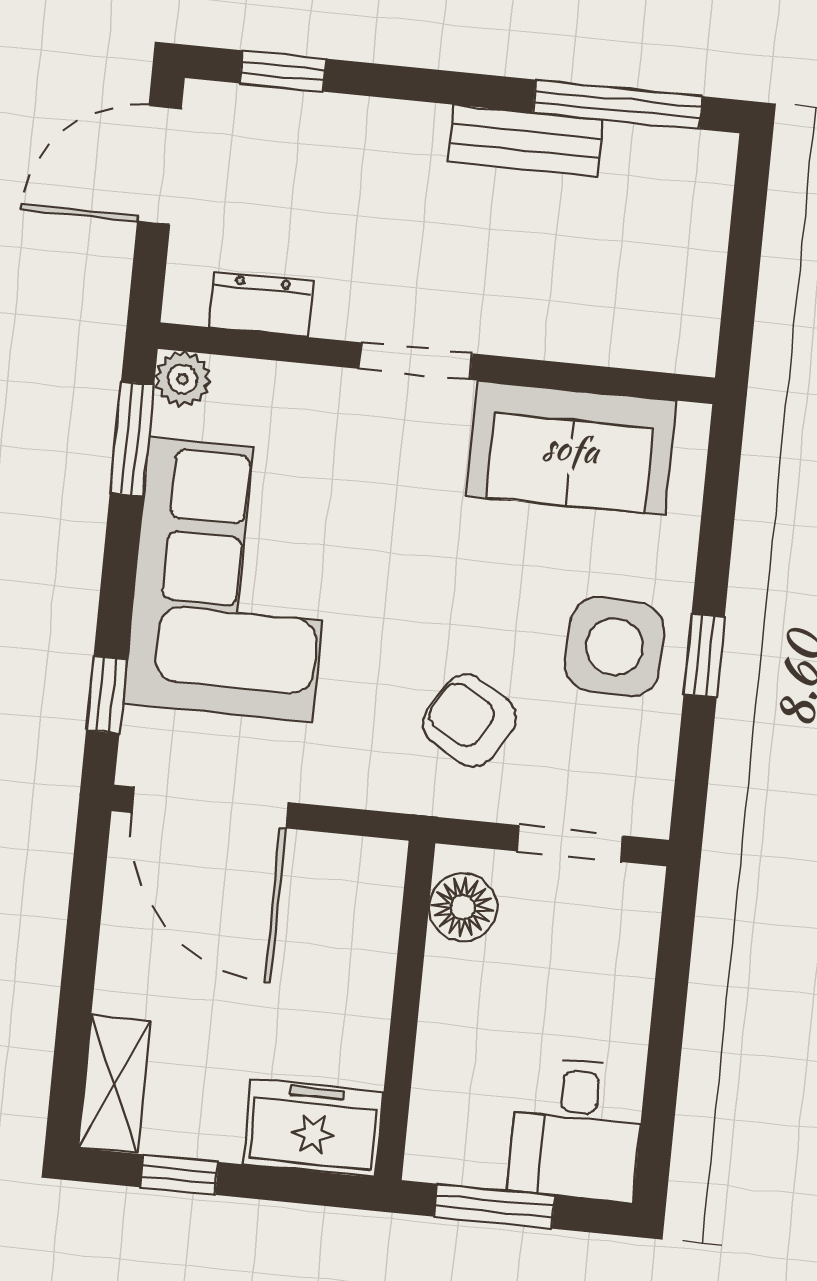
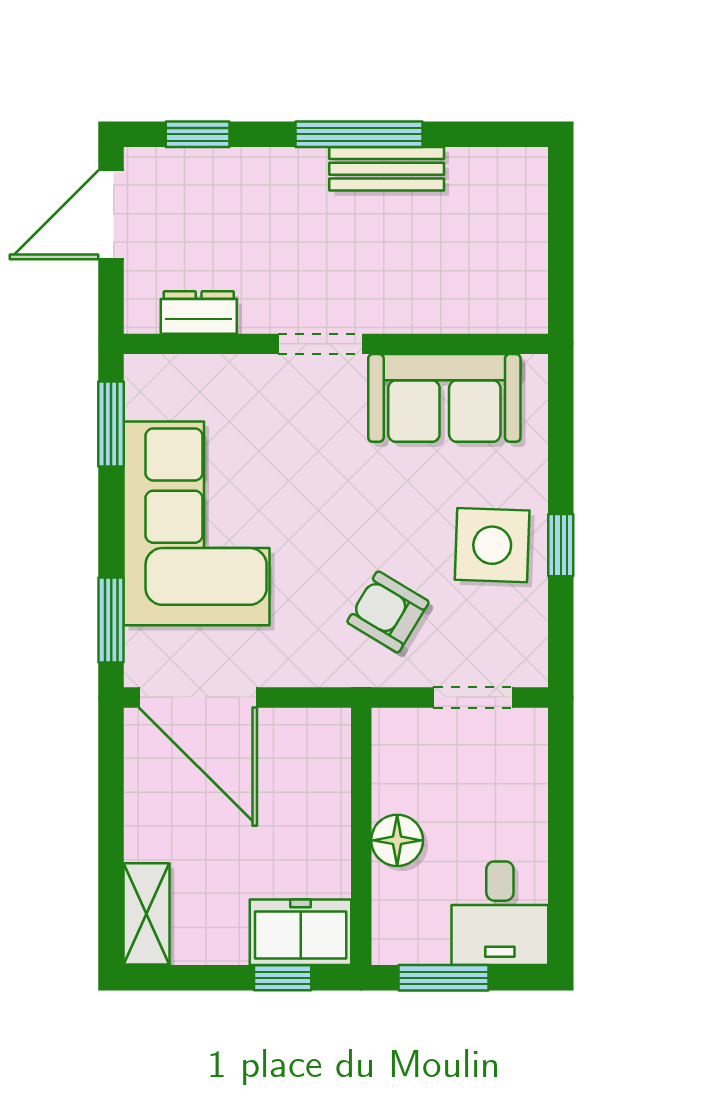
window: (618, 104) -> (359, 134), moved
plant: (182, 379) -> (145, 375), removed
window: (106, 695) -> (111, 620), width x1.50
floor lamp: (463, 907) -> (397, 840), moved
window: (179, 1175) -> (283, 978), moved

